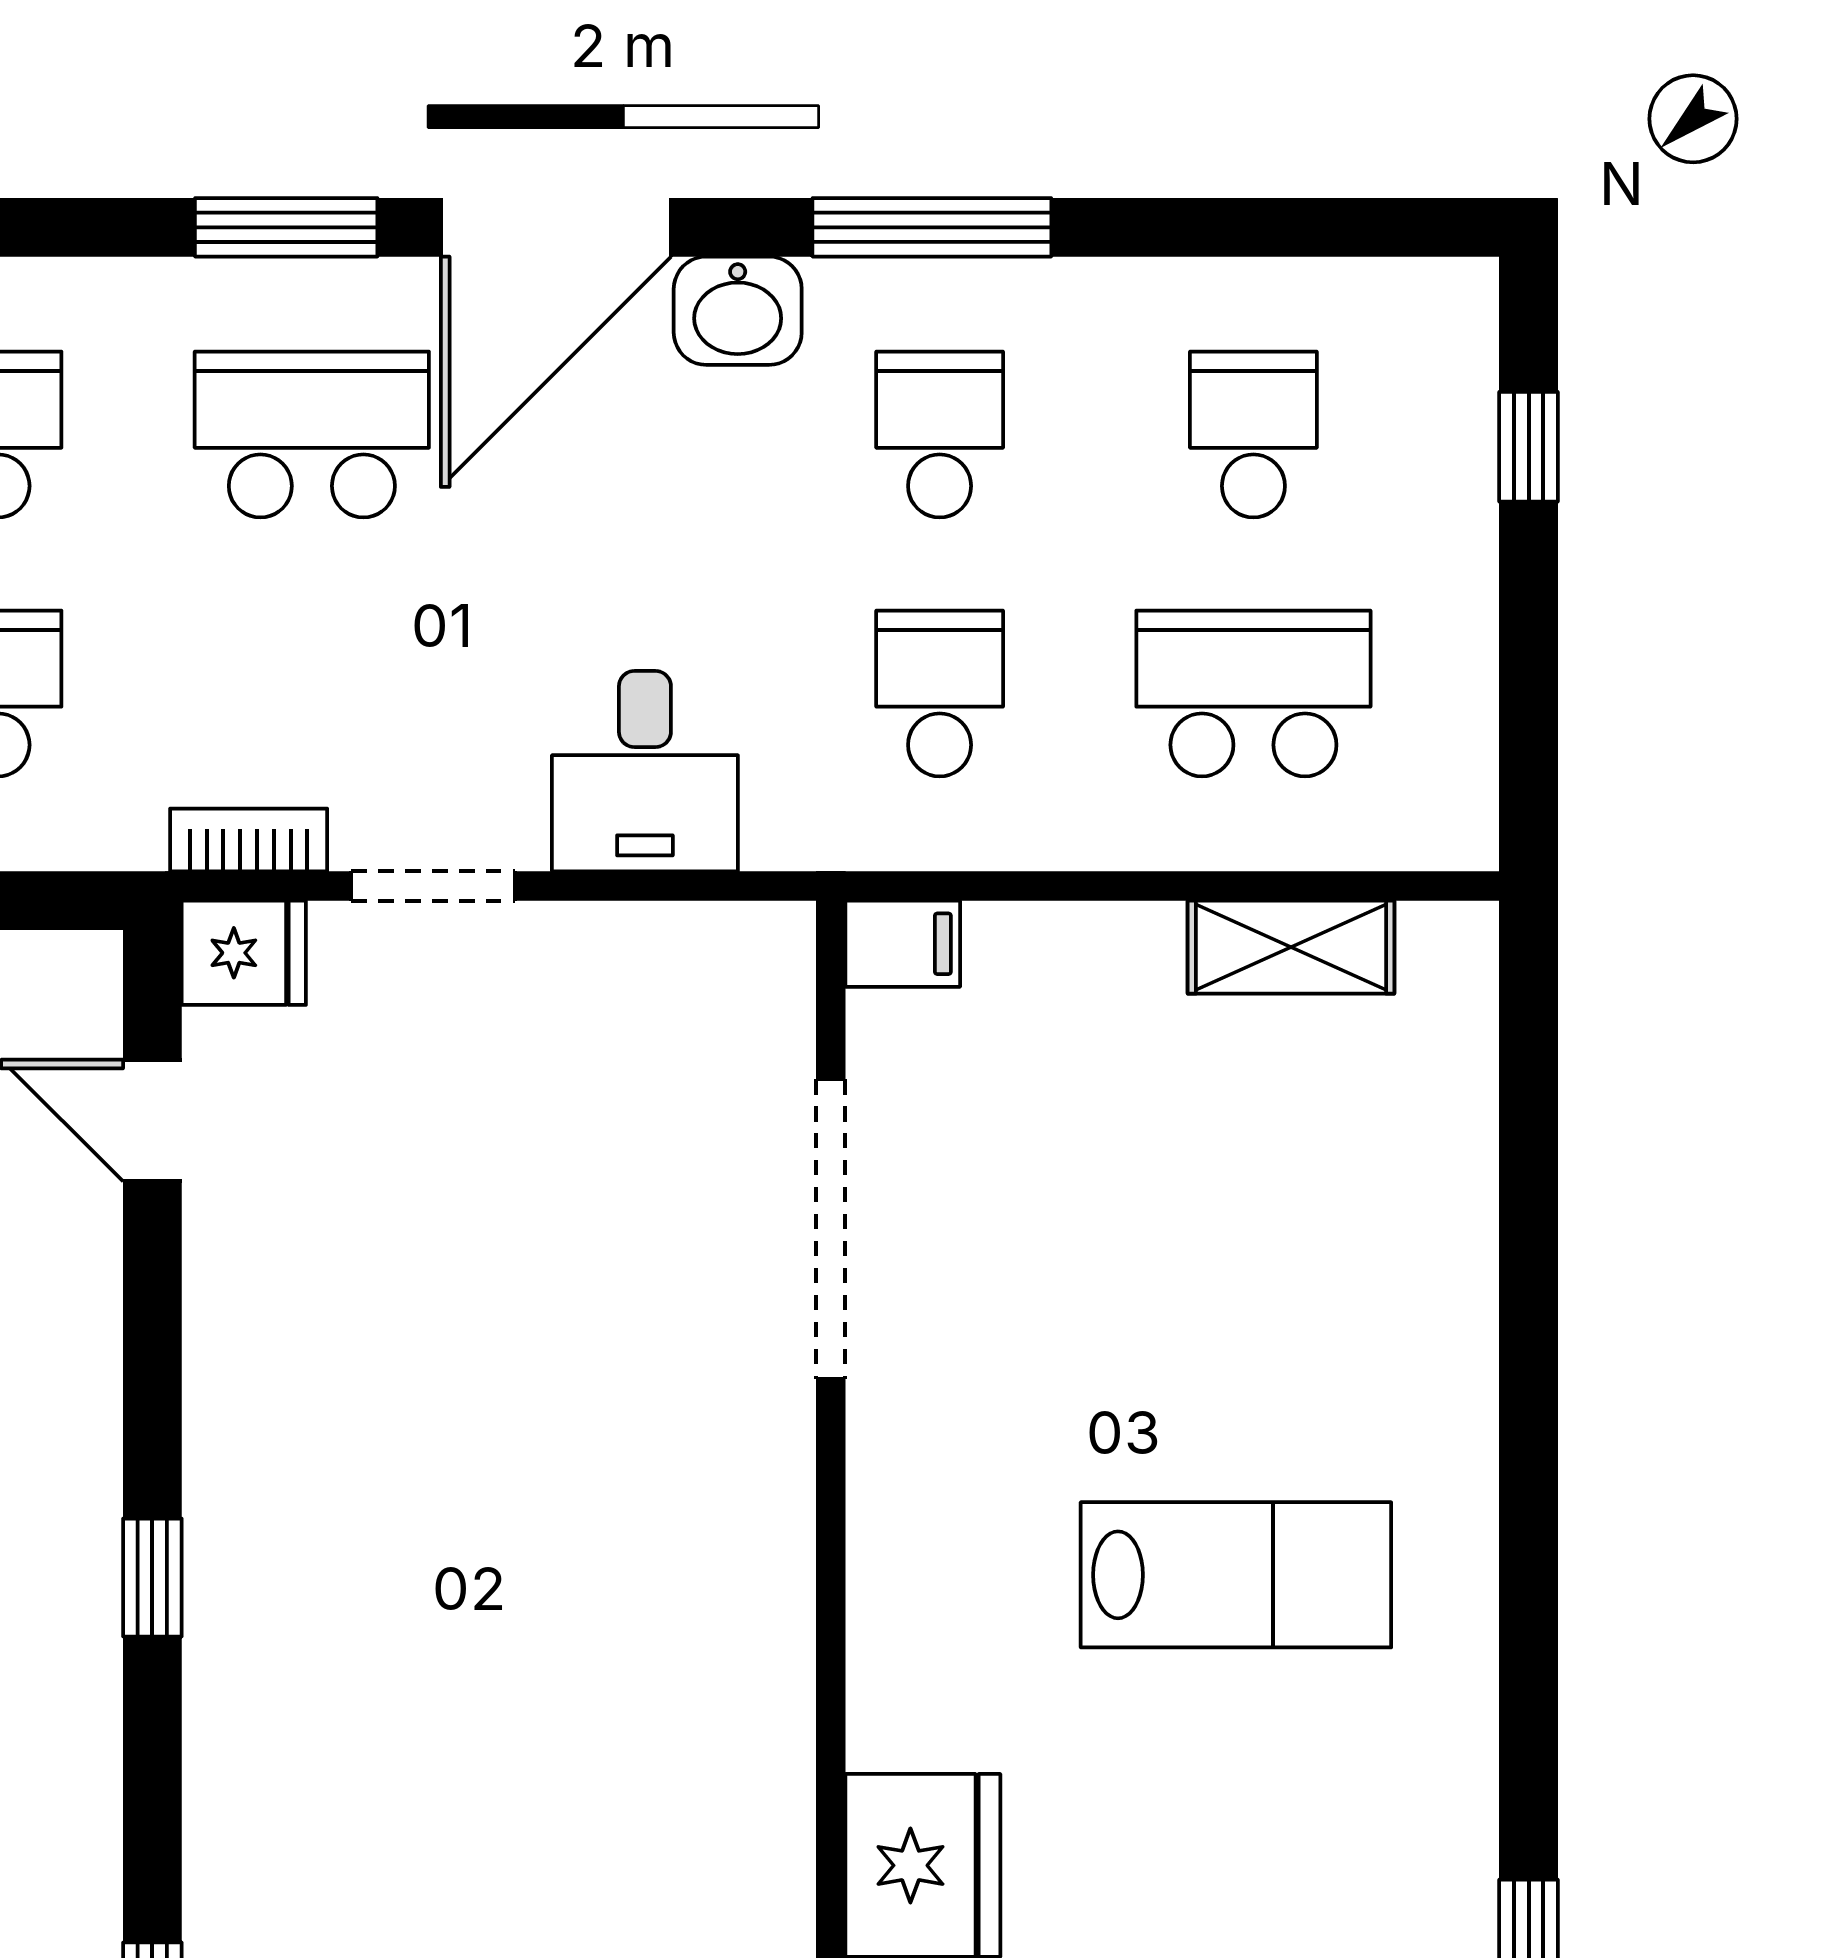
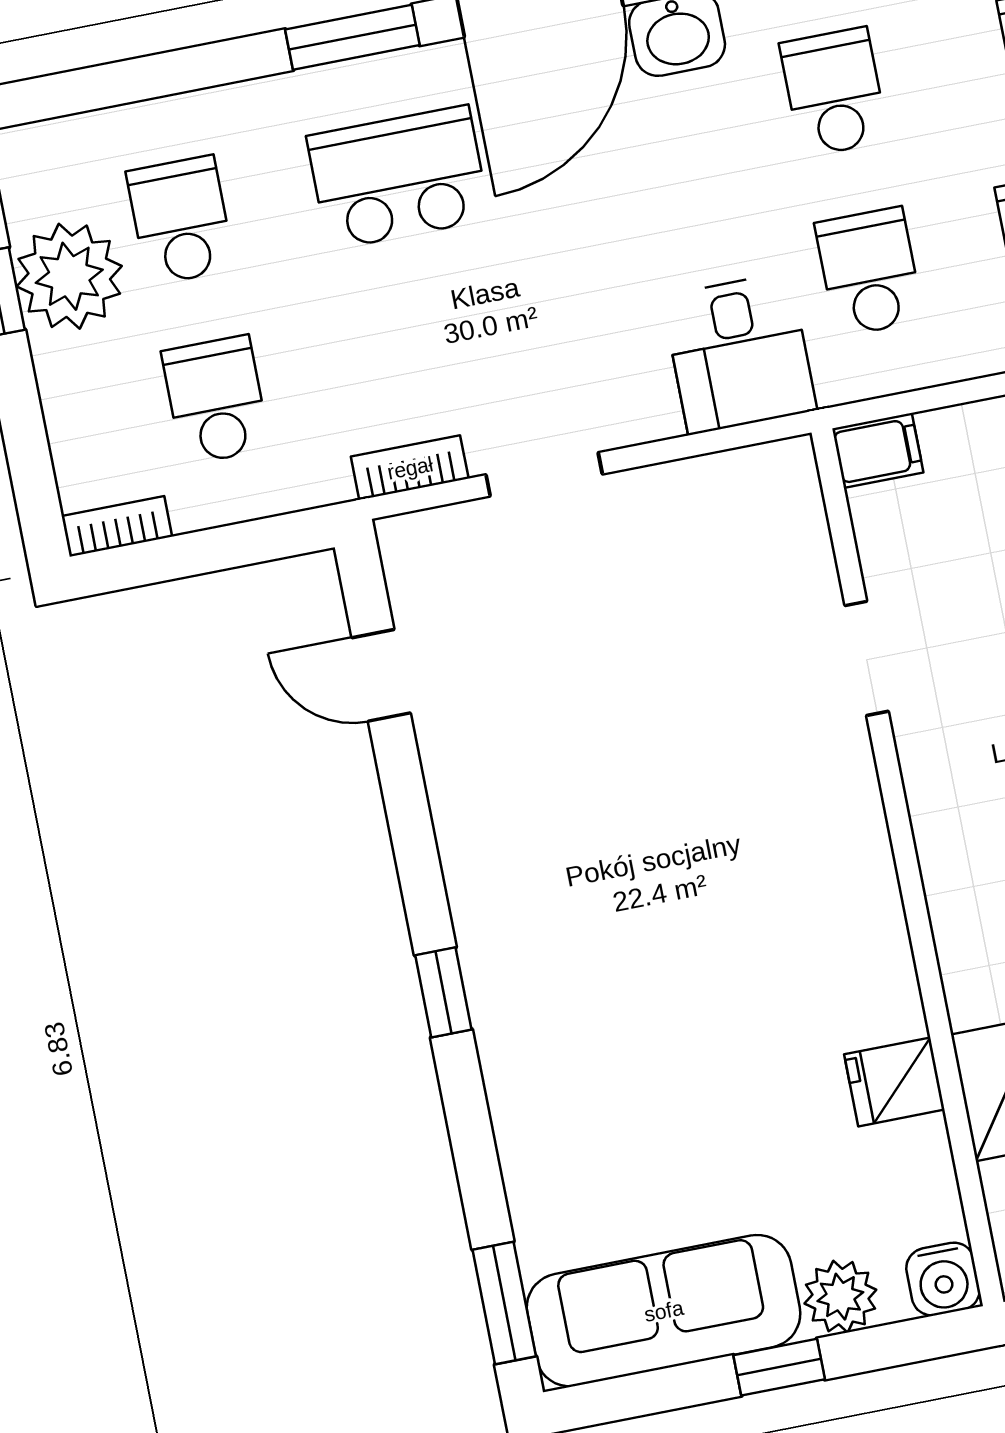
desk: (645, 771) -> (739, 353), moved
fridge: (244, 953) -> (894, 1082), moved, turned 180
doorway: (831, 1229) -> (867, 658), width x0.53

